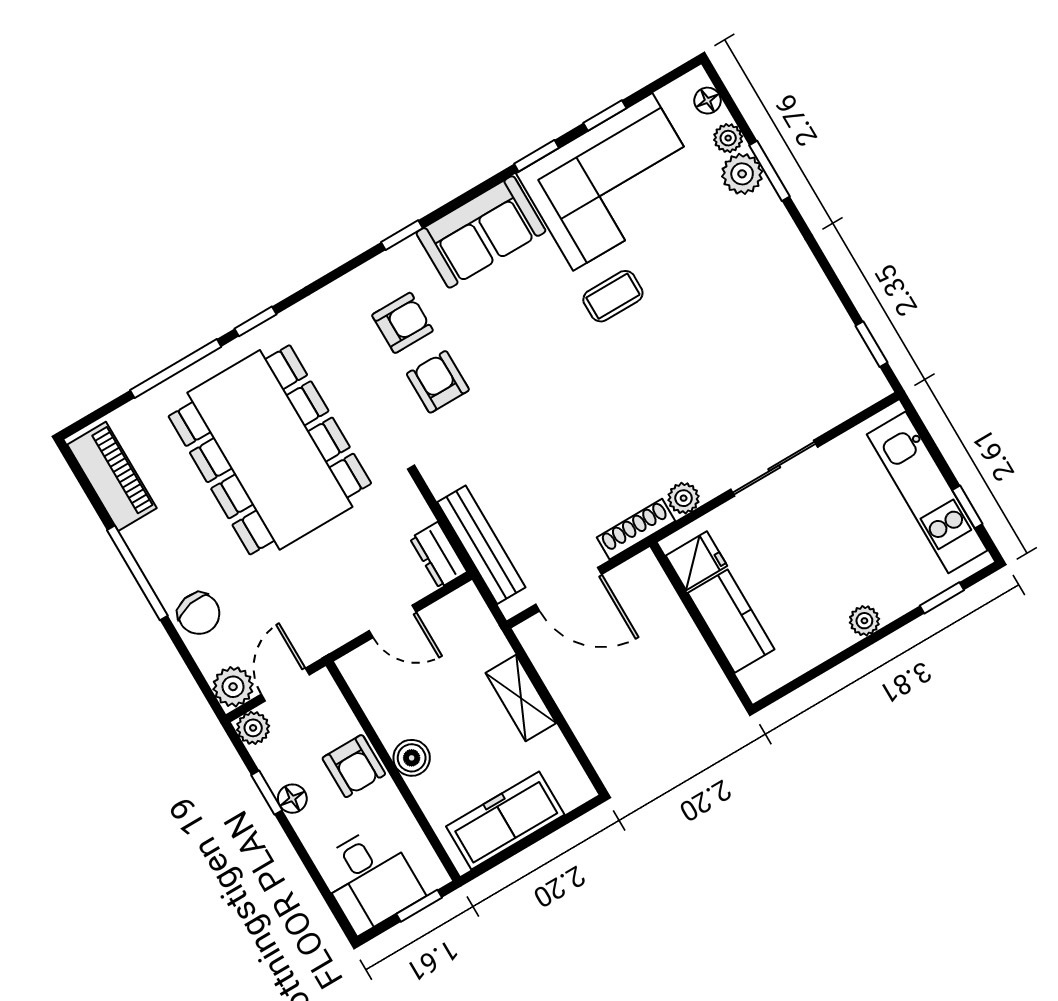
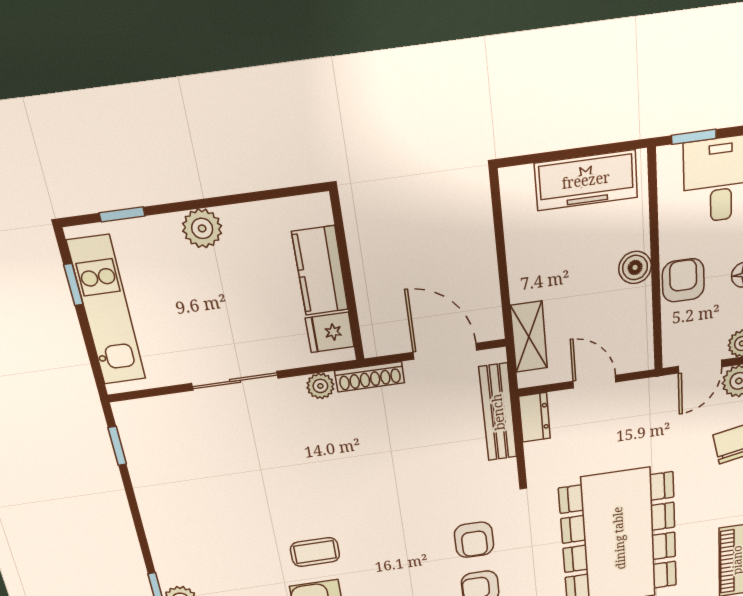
plant: (864, 621) -> (202, 228), width x1.38, depth x1.38
shelving: (521, 698) -> (529, 337), moved

